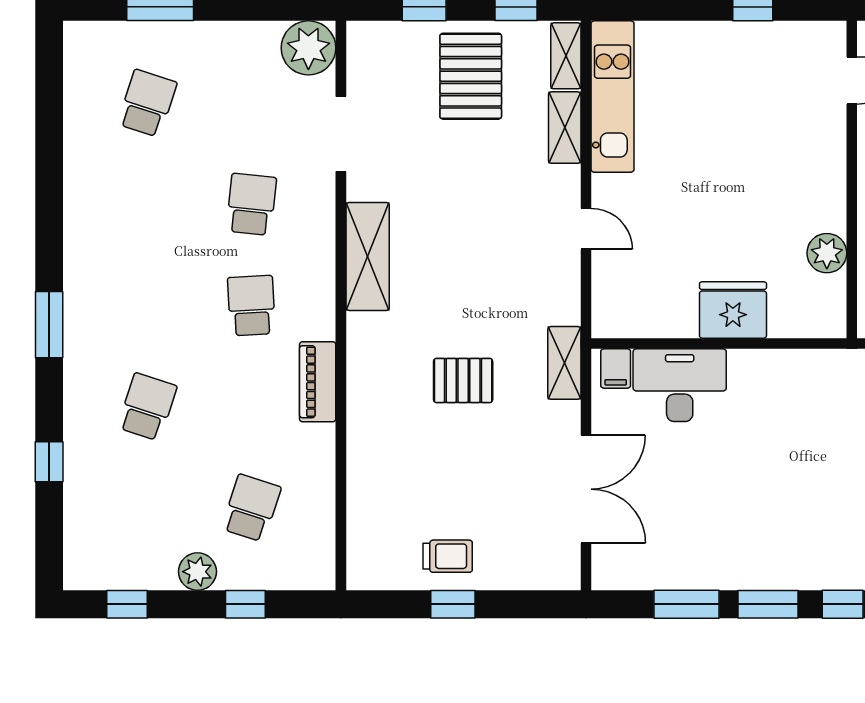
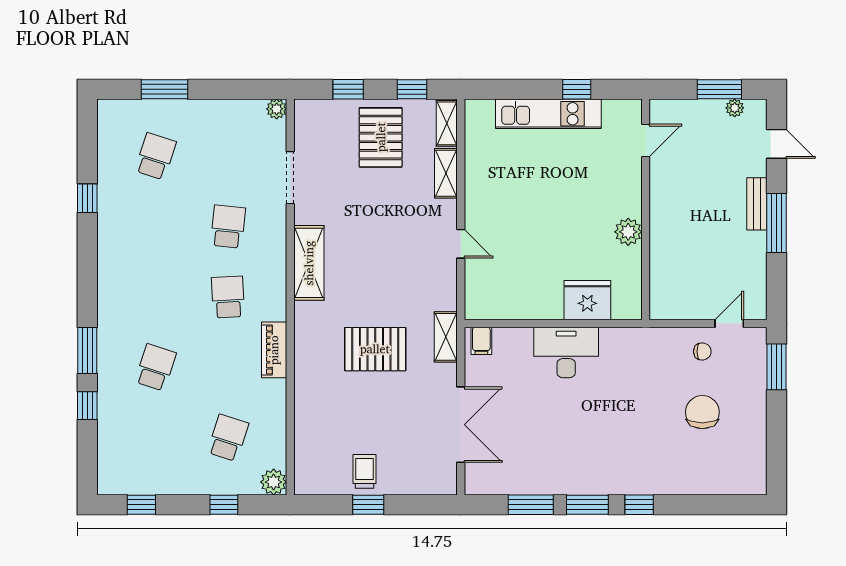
plant: (308, 48) -> (277, 109), width x0.53, depth x0.53
kitchen unit: (612, 97) -> (548, 114), moved, turned 90
window: (49, 163) -> (87, 198), added
plant: (827, 253) -> (628, 232), moved
fridge: (733, 310) -> (587, 300), moved
window: (49, 325) -> (87, 351), moved
pallet: (463, 380) -> (375, 349), width x1.50, depth x1.42
desk: (680, 385) -> (566, 352), moved
trolley: (448, 556) -> (365, 471), turned -90
plant: (197, 572) -> (274, 482), moved

